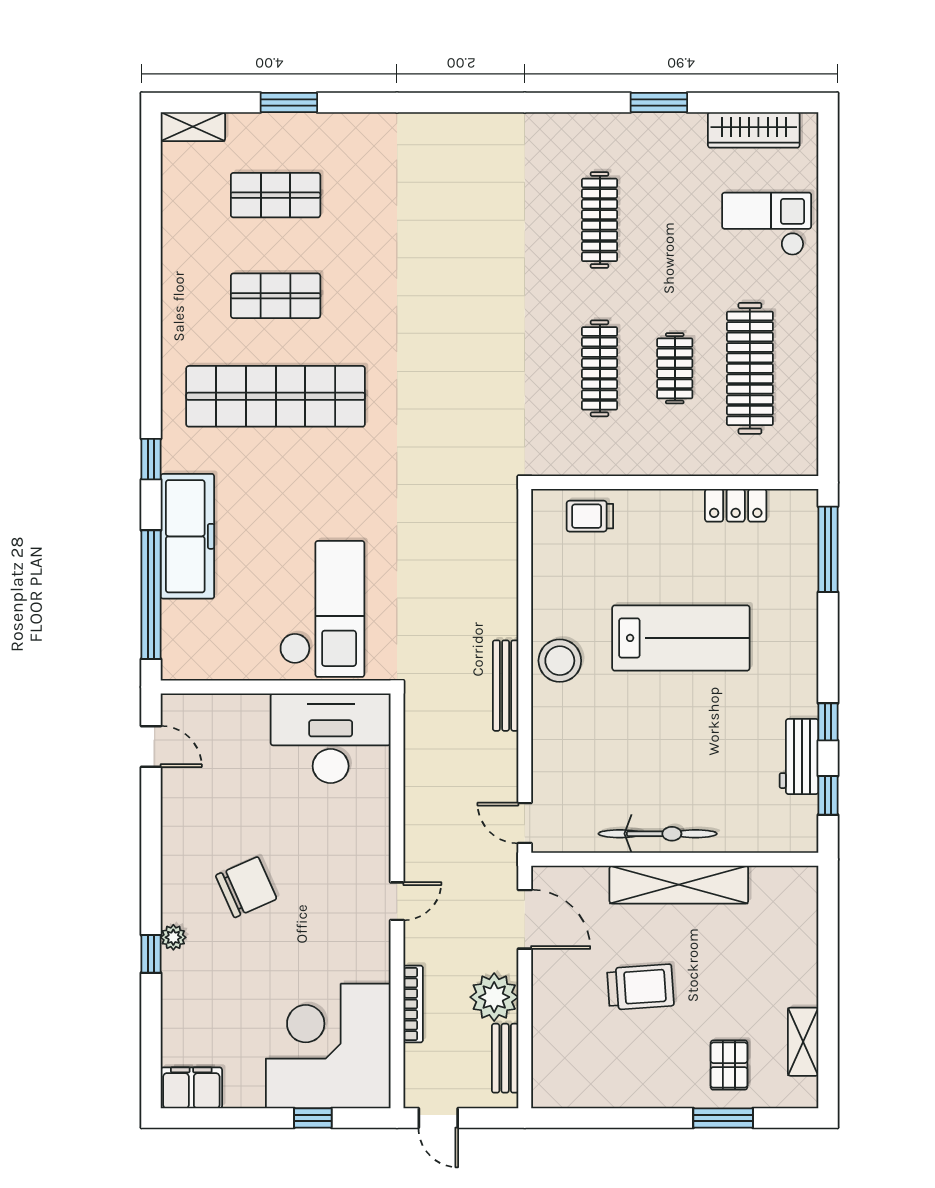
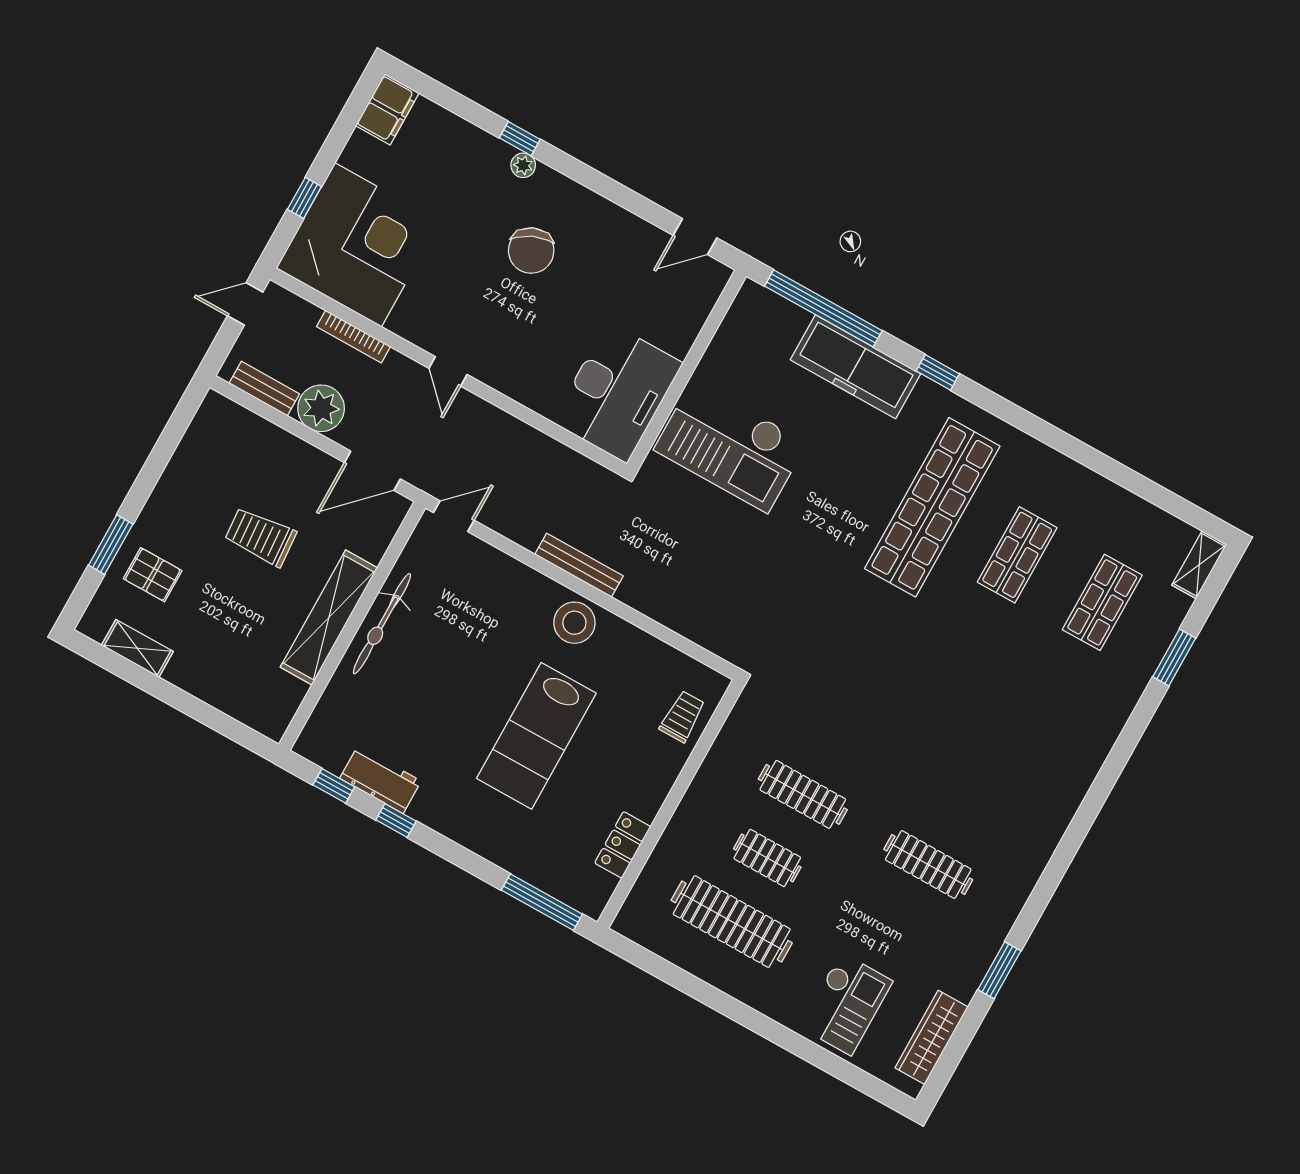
trolley: (640, 987) -> (260, 537), turned 90

